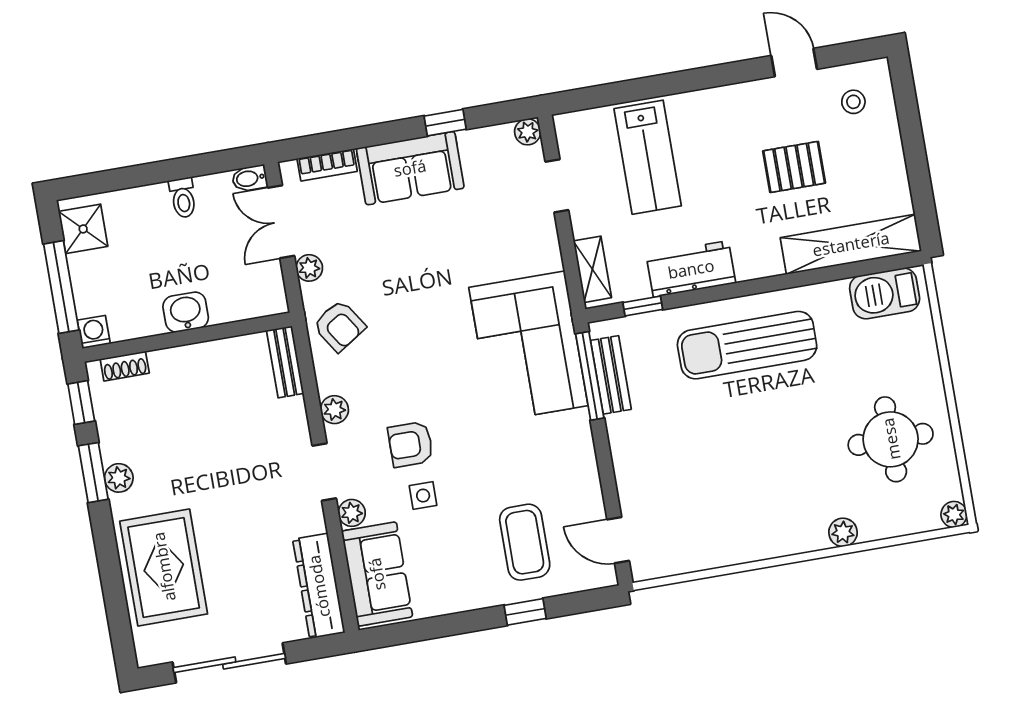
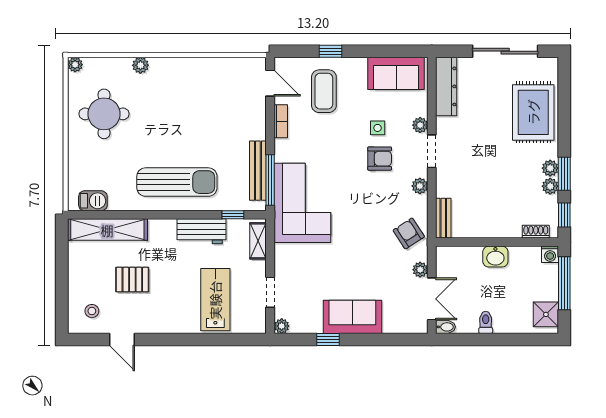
bookcase: (327, 165) -> (281, 121), moved, turned 90
barbecue: (885, 293) -> (93, 201), width x0.73, depth x0.79
bench: (611, 375) -> (258, 171), width x1.36
plant: (113, 447) -> (550, 186), added
sofa: (377, 574) -> (396, 73), moved, turned -90

